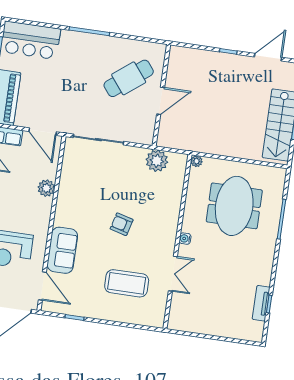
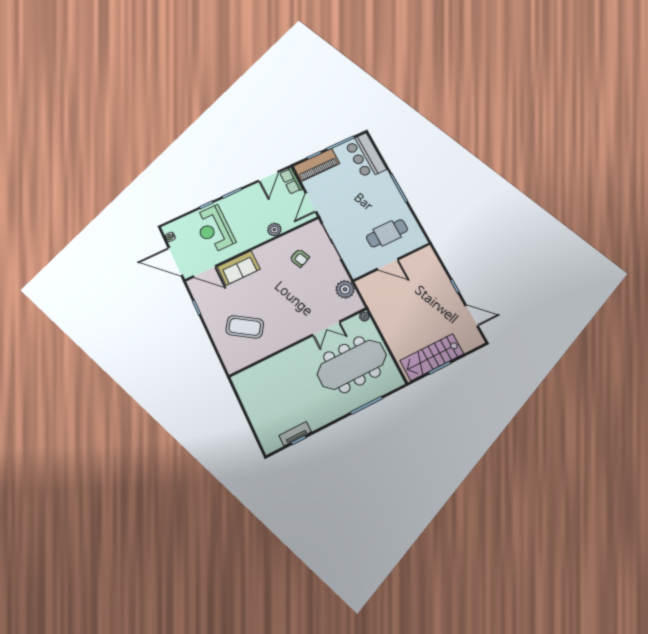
cafe table: (129, 78) -> (387, 233), turned -52
meeting table: (234, 206) -> (352, 365), width x1.36
armchair: (122, 224) -> (299, 258), moved, turned 141
water cooler: (185, 239) -> (304, 346), removed
double door: (173, 274) -> (326, 328), moved
coffee table: (127, 283) -> (245, 327), turned -56
door: (42, 286) -> (205, 271), hinge flipped

